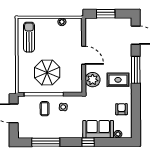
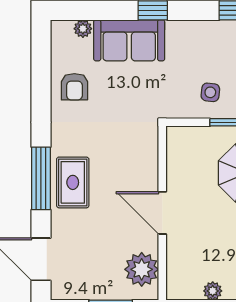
plant: (93, 80) -> (142, 269), moved
rug: (118, 80) -> (73, 182), moved, turned 90

